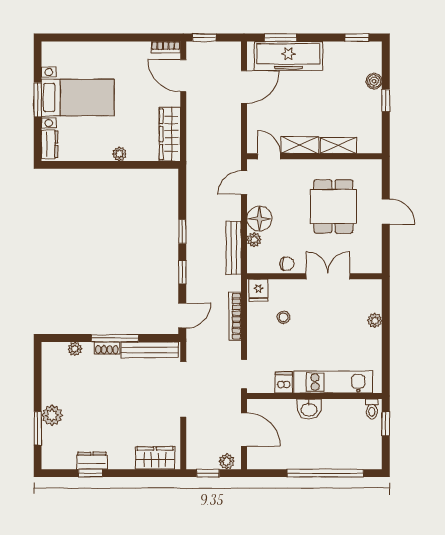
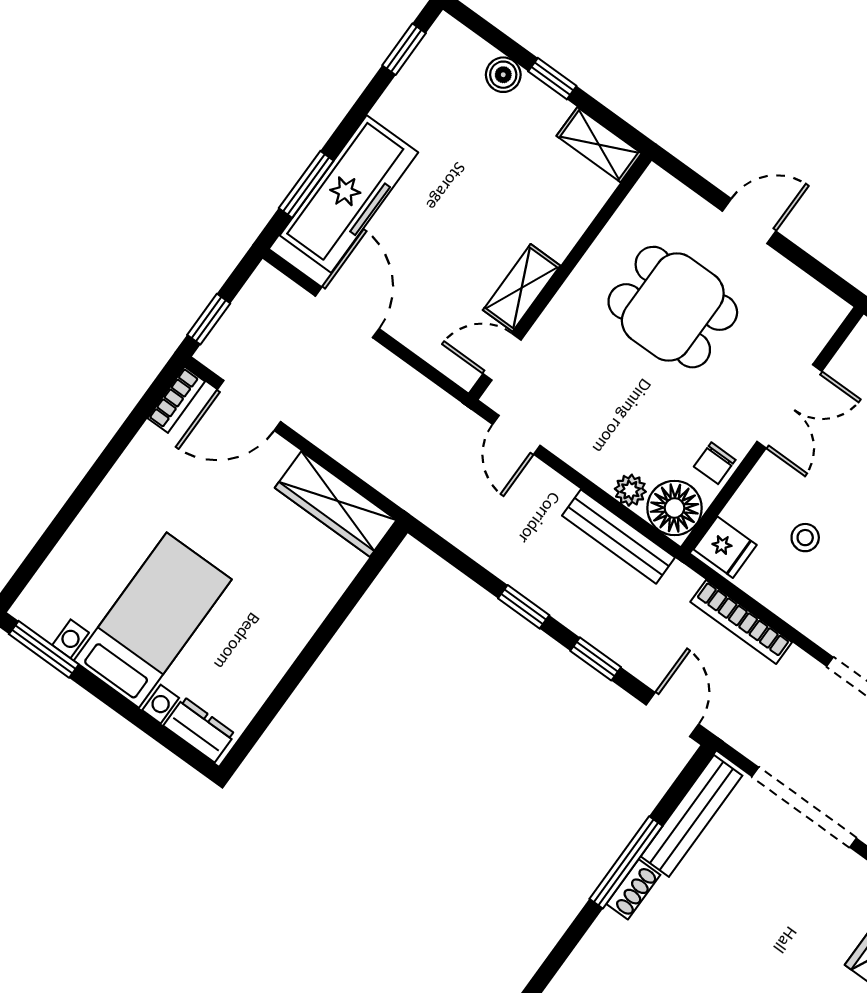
window: (38, 100) -> (44, 649), moved
shelving: (338, 145) -> (599, 145), moved, turned 90
plant: (119, 154) -> (306, 619), removed
floor lamp: (259, 219) -> (674, 508), moved
chair: (287, 264) -> (715, 463), turned 180
double door: (328, 276) -> (789, 406), swing flipped
plant: (75, 349) -> (594, 947), removed

